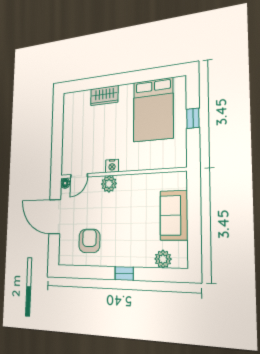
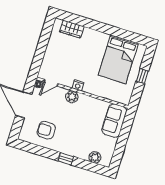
wardrobe: (104, 96) -> (72, 29), moved
sofa: (174, 215) -> (114, 121), moved
armchair: (89, 241) -> (46, 130), turned -90

